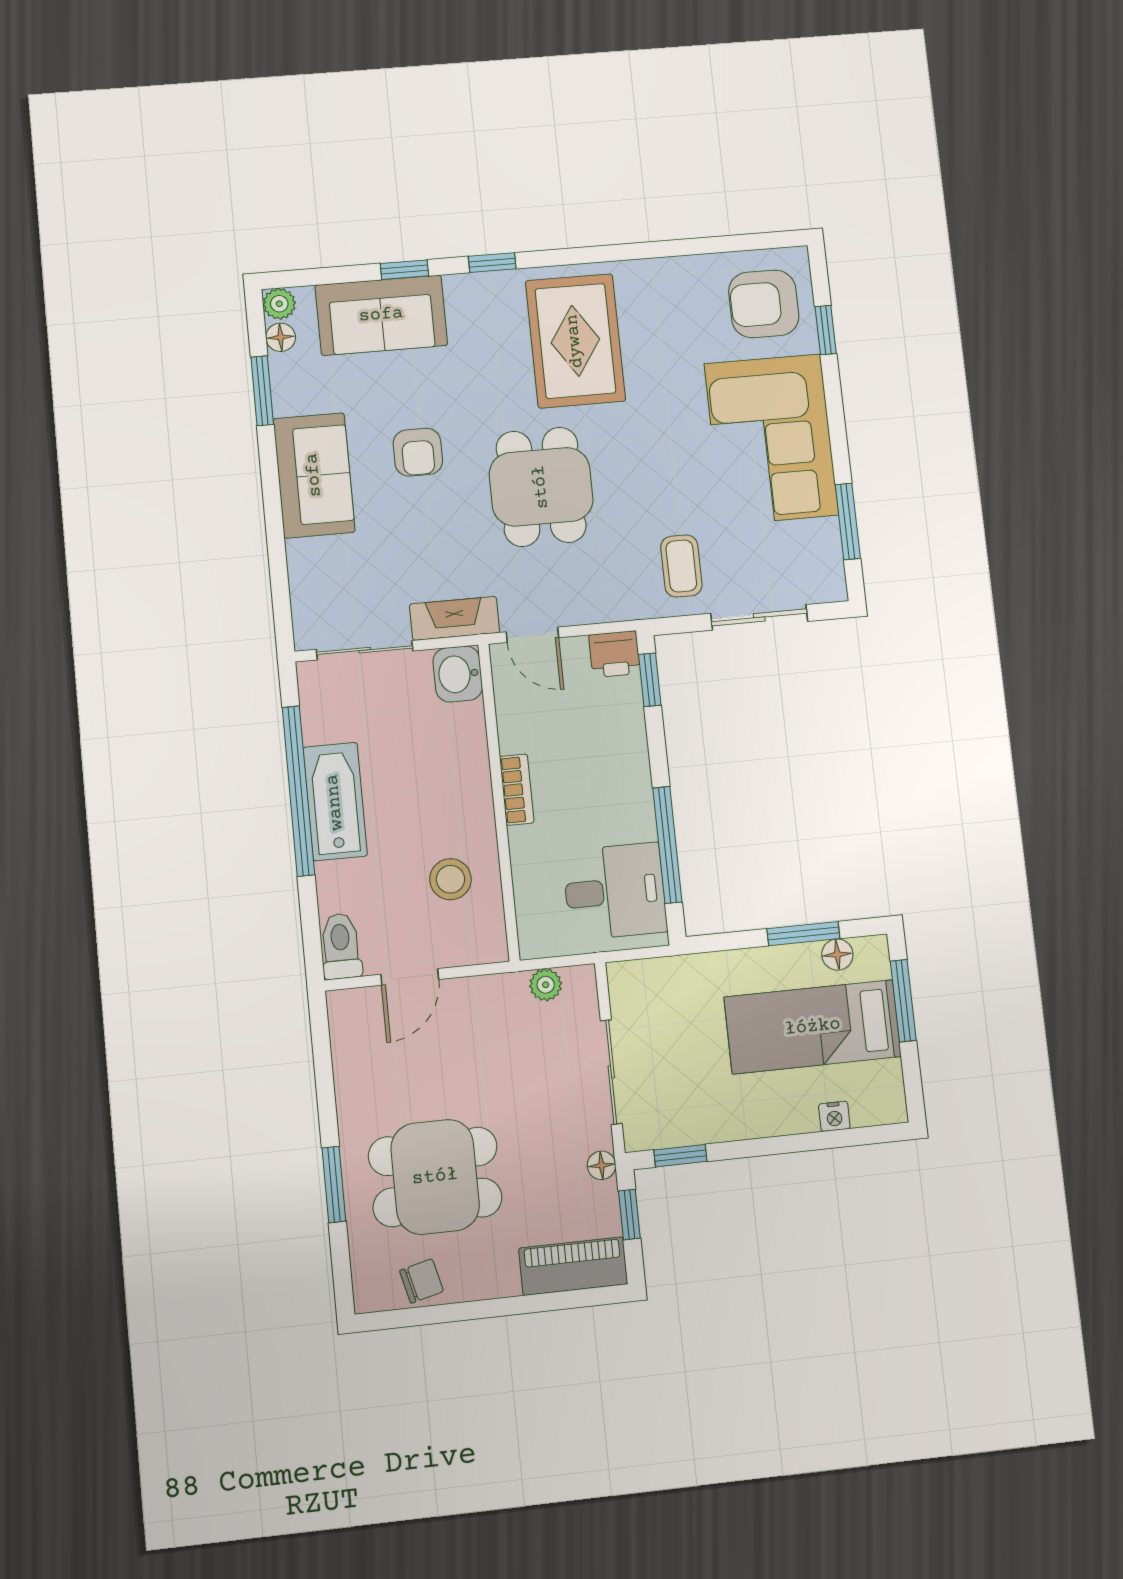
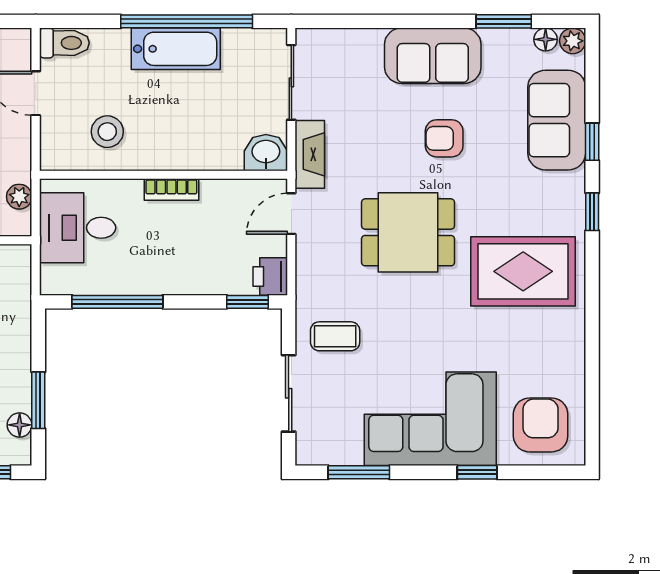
window: (826, 330) -> (477, 472), moved
desk: (615, 891) -> (78, 228), moved, turned 90

